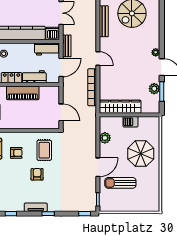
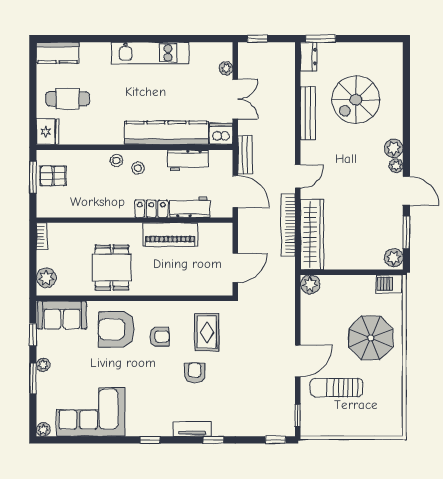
plant: (154, 42) -> (394, 148), added
workbench: (47, 49) -> (188, 160), moved
door: (98, 58) -> (298, 176), hinge flipped
door: (61, 67) -> (235, 191), hinge flipped
plant: (154, 89) -> (394, 258), moved
wardrobe: (120, 107) -> (312, 234), moved, turned 90
door: (61, 112) -> (235, 268), hinge flipped
barbecue: (130, 122) -> (389, 284), moved
plant: (105, 138) -> (310, 284), moved

